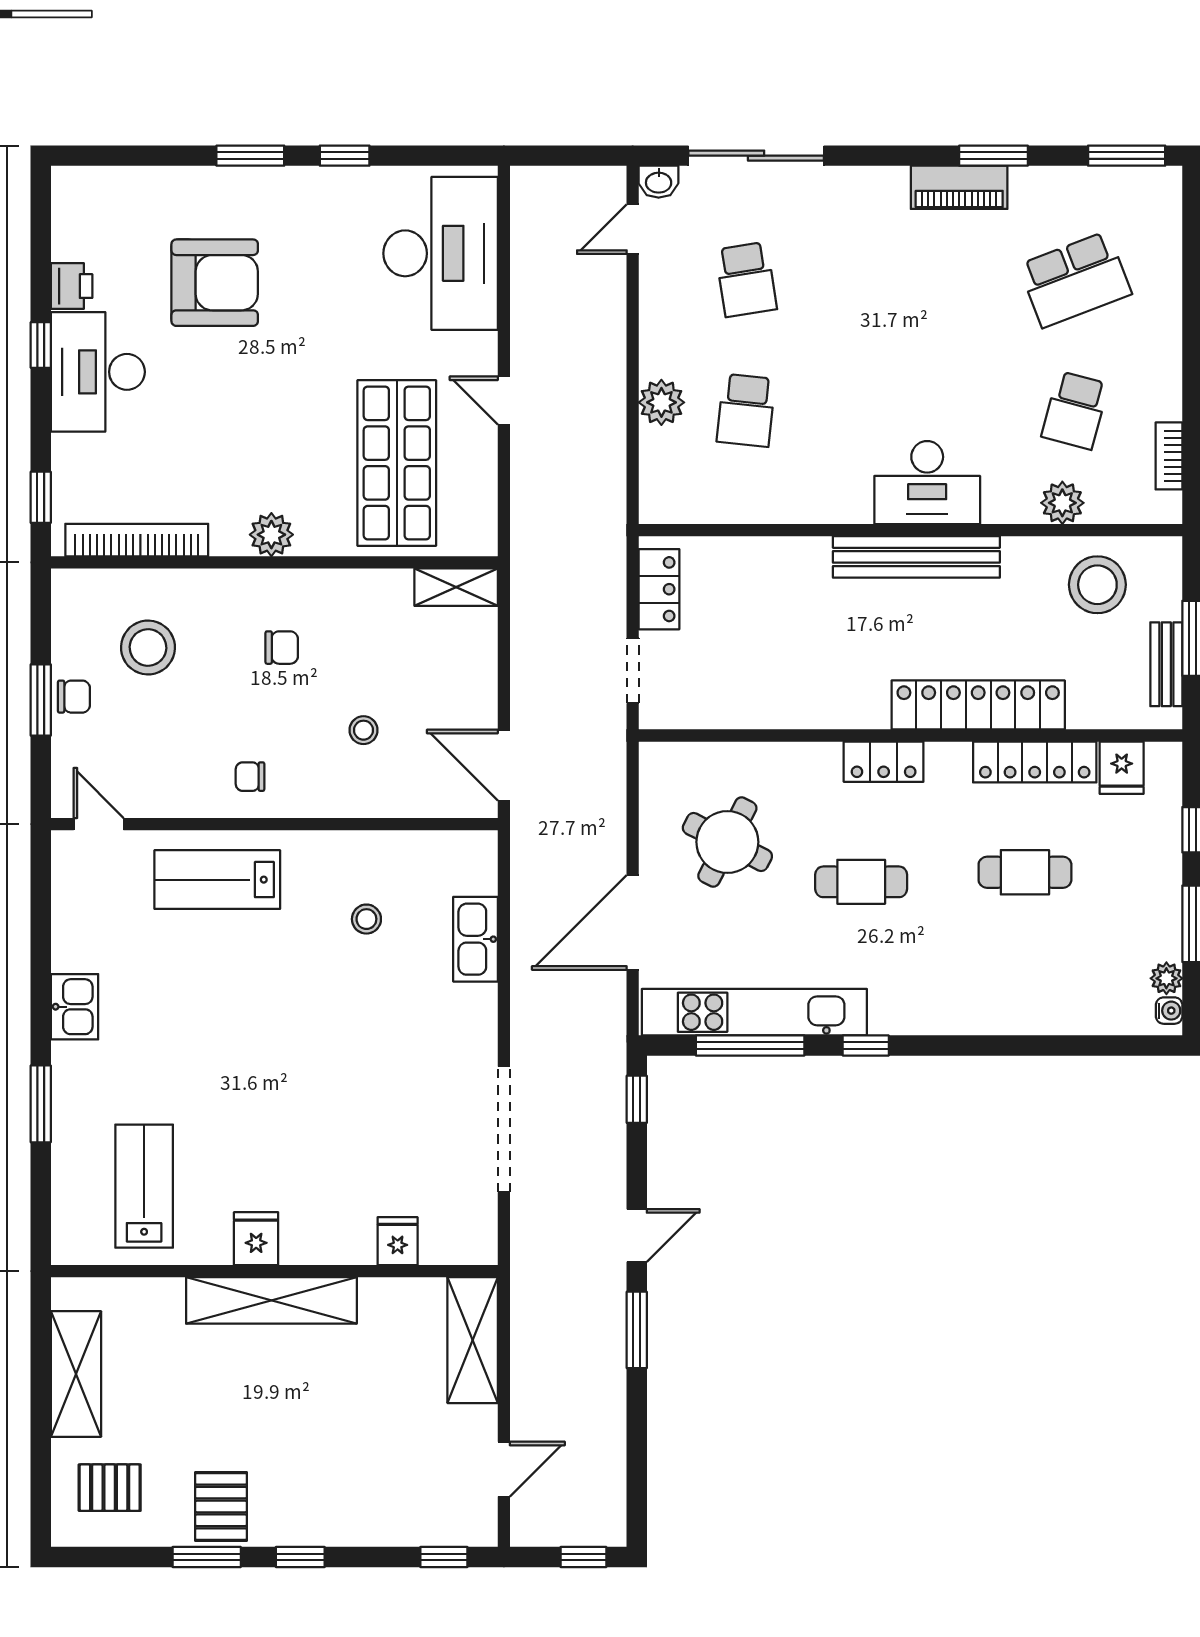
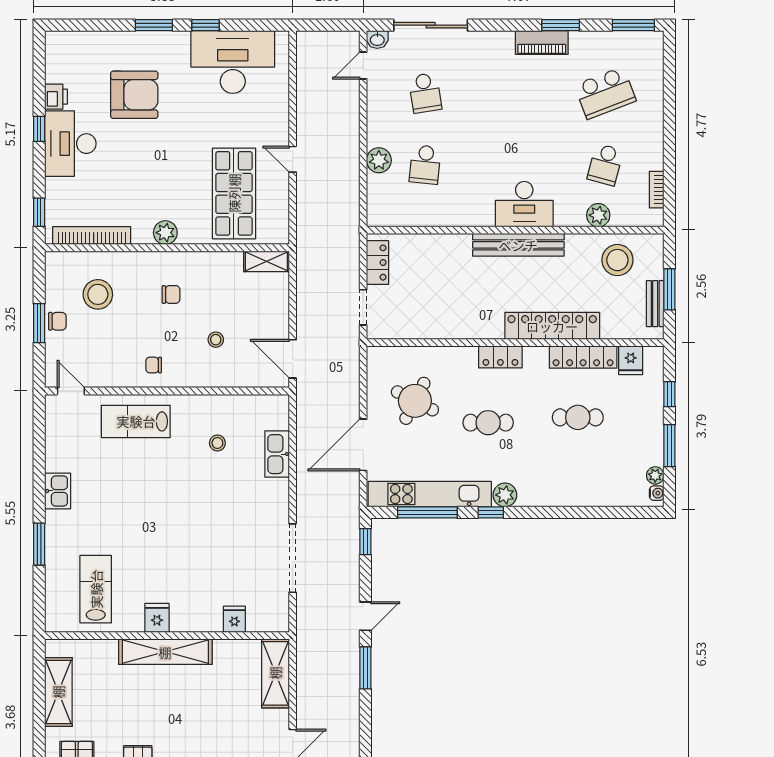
desk: (441, 253) -> (233, 62), moved, turned -90
plant: (892, 1014) -> (505, 495), added

